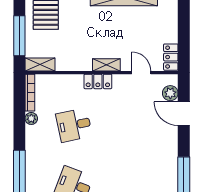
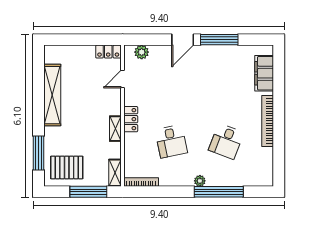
shelving: (106, 65) -> (115, 129), moved
door: (184, 114) -> (183, 40), moved
plant: (31, 118) -> (200, 181), moved

